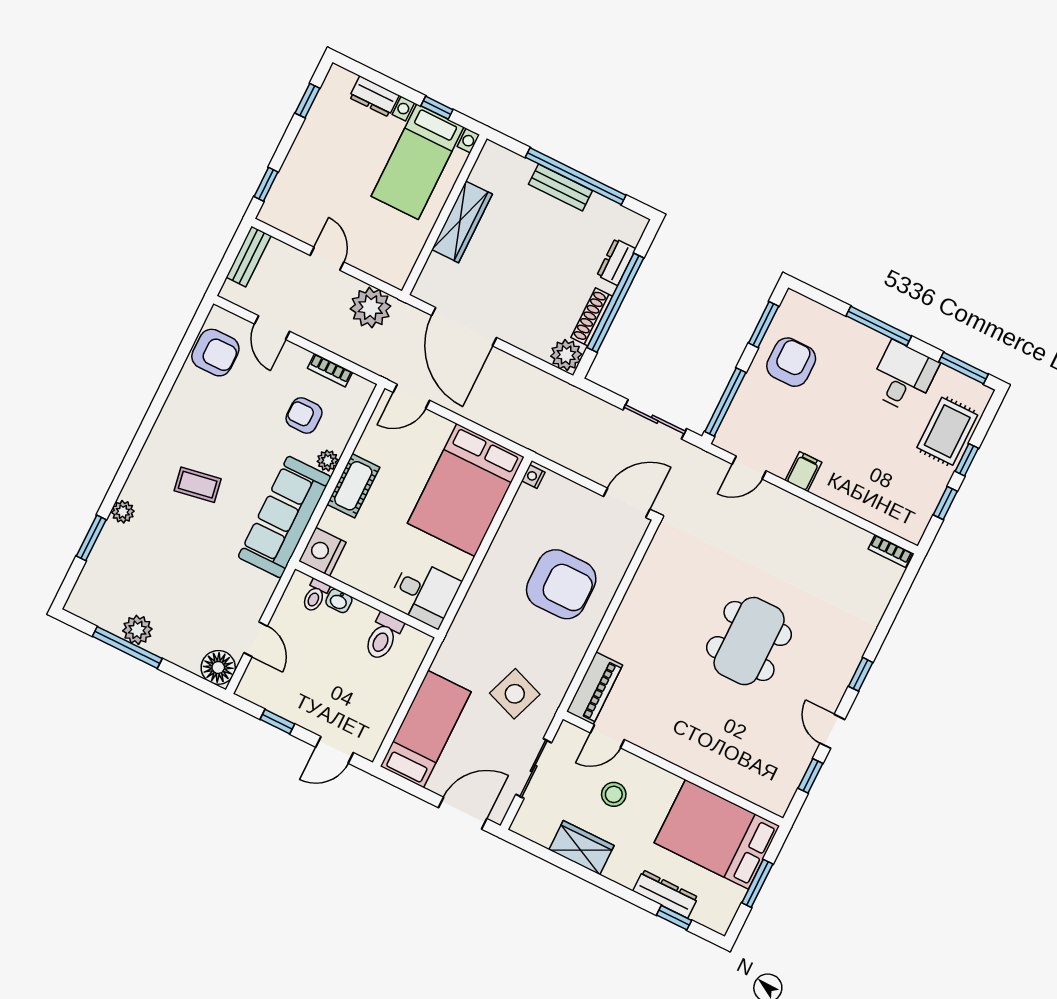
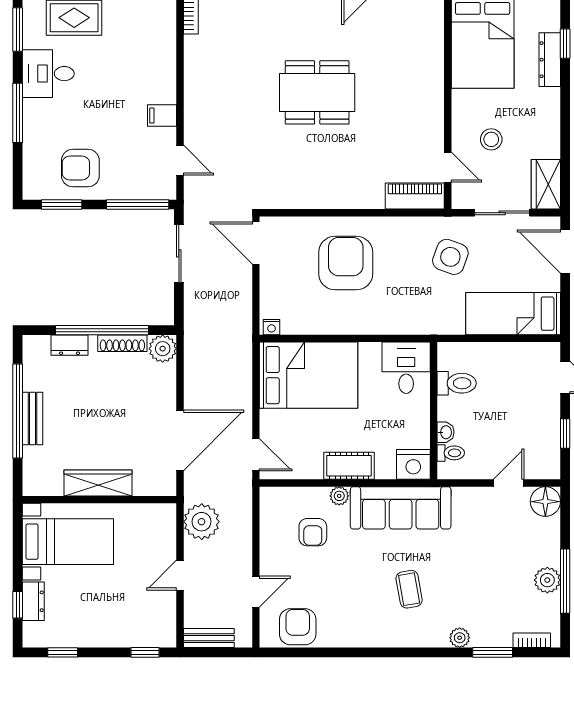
window: (437, 108) -> (18, 605), moved
bookcase: (330, 370) -> (532, 640), moved, turned -90
wardrobe: (581, 848) -> (546, 184), moved

